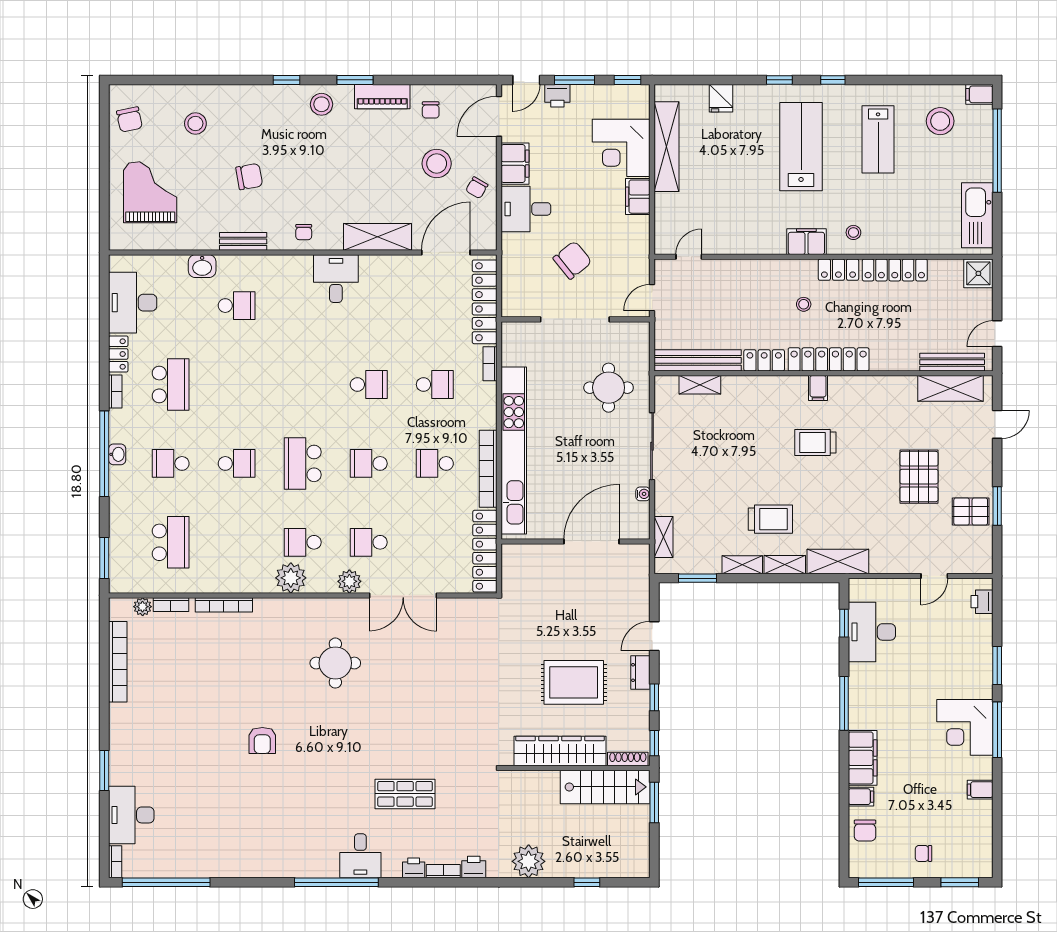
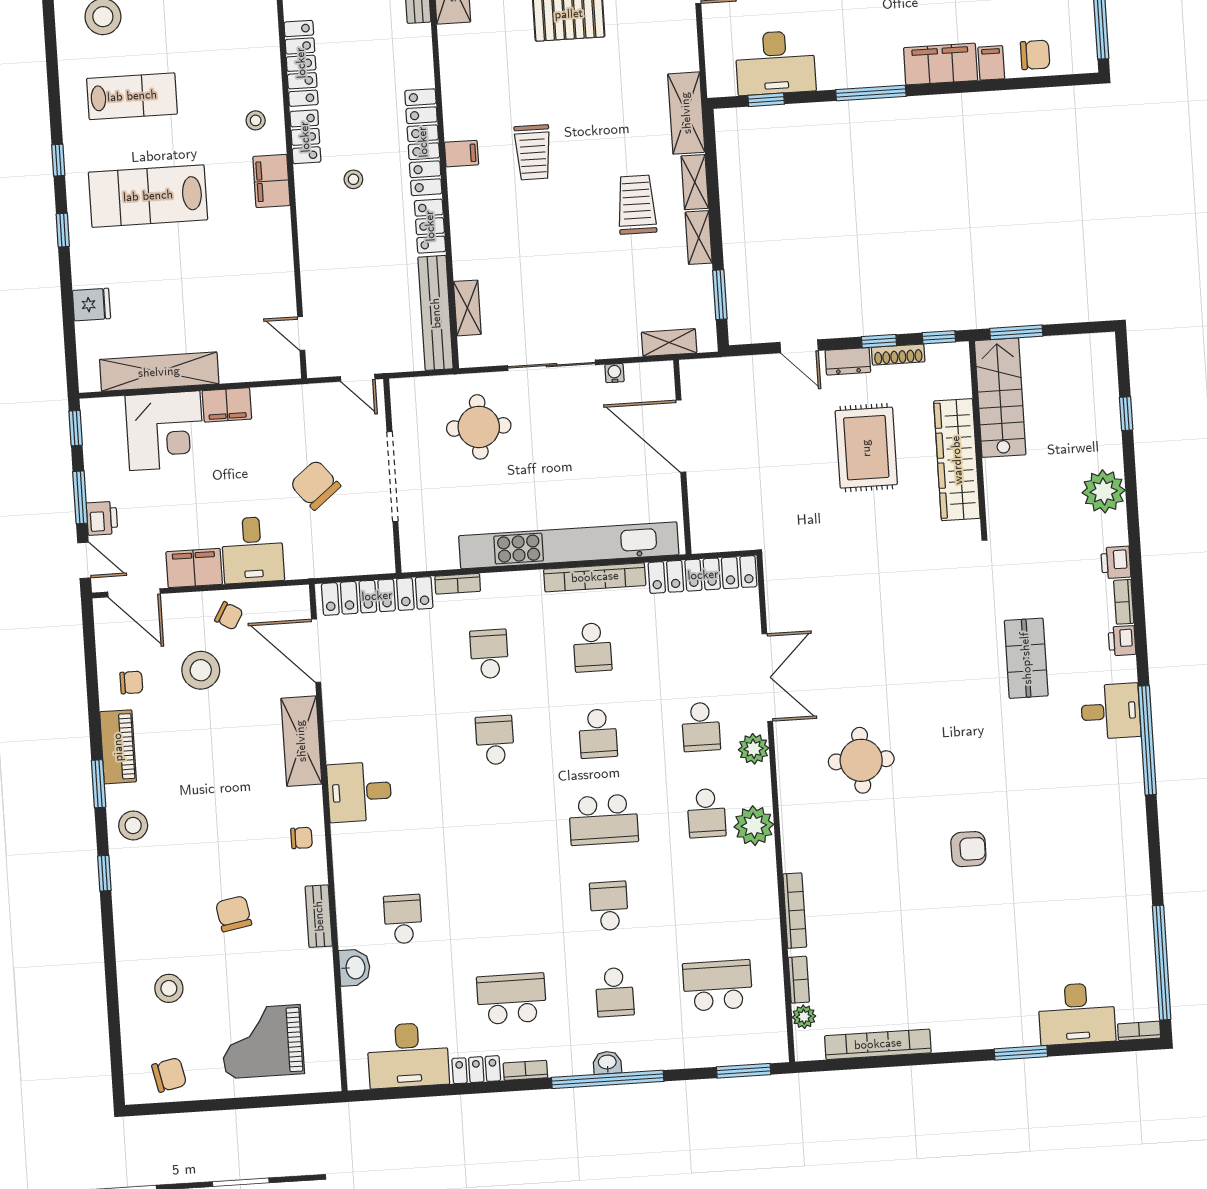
shoe rack: (628, 759) -> (898, 355), moved, turned -90

